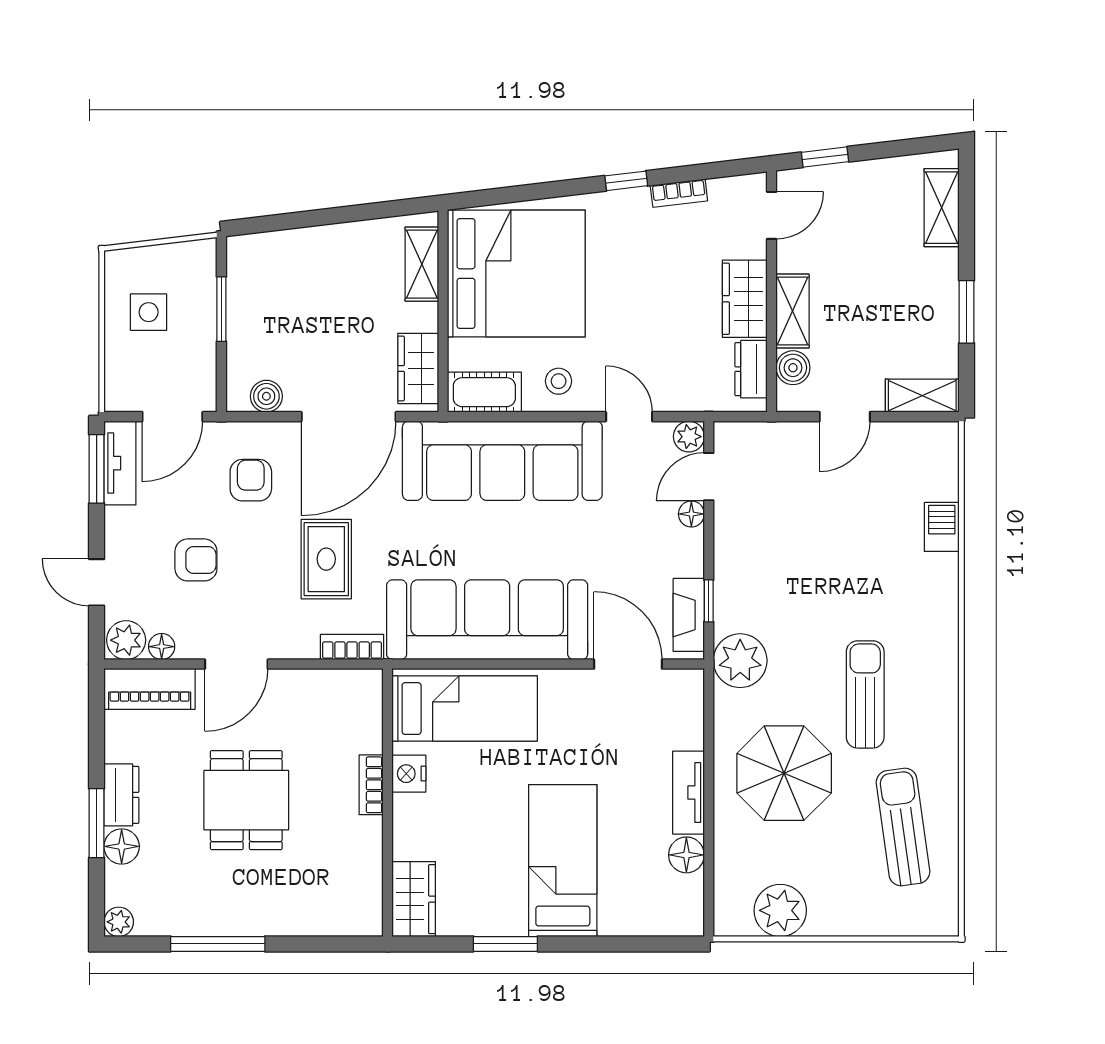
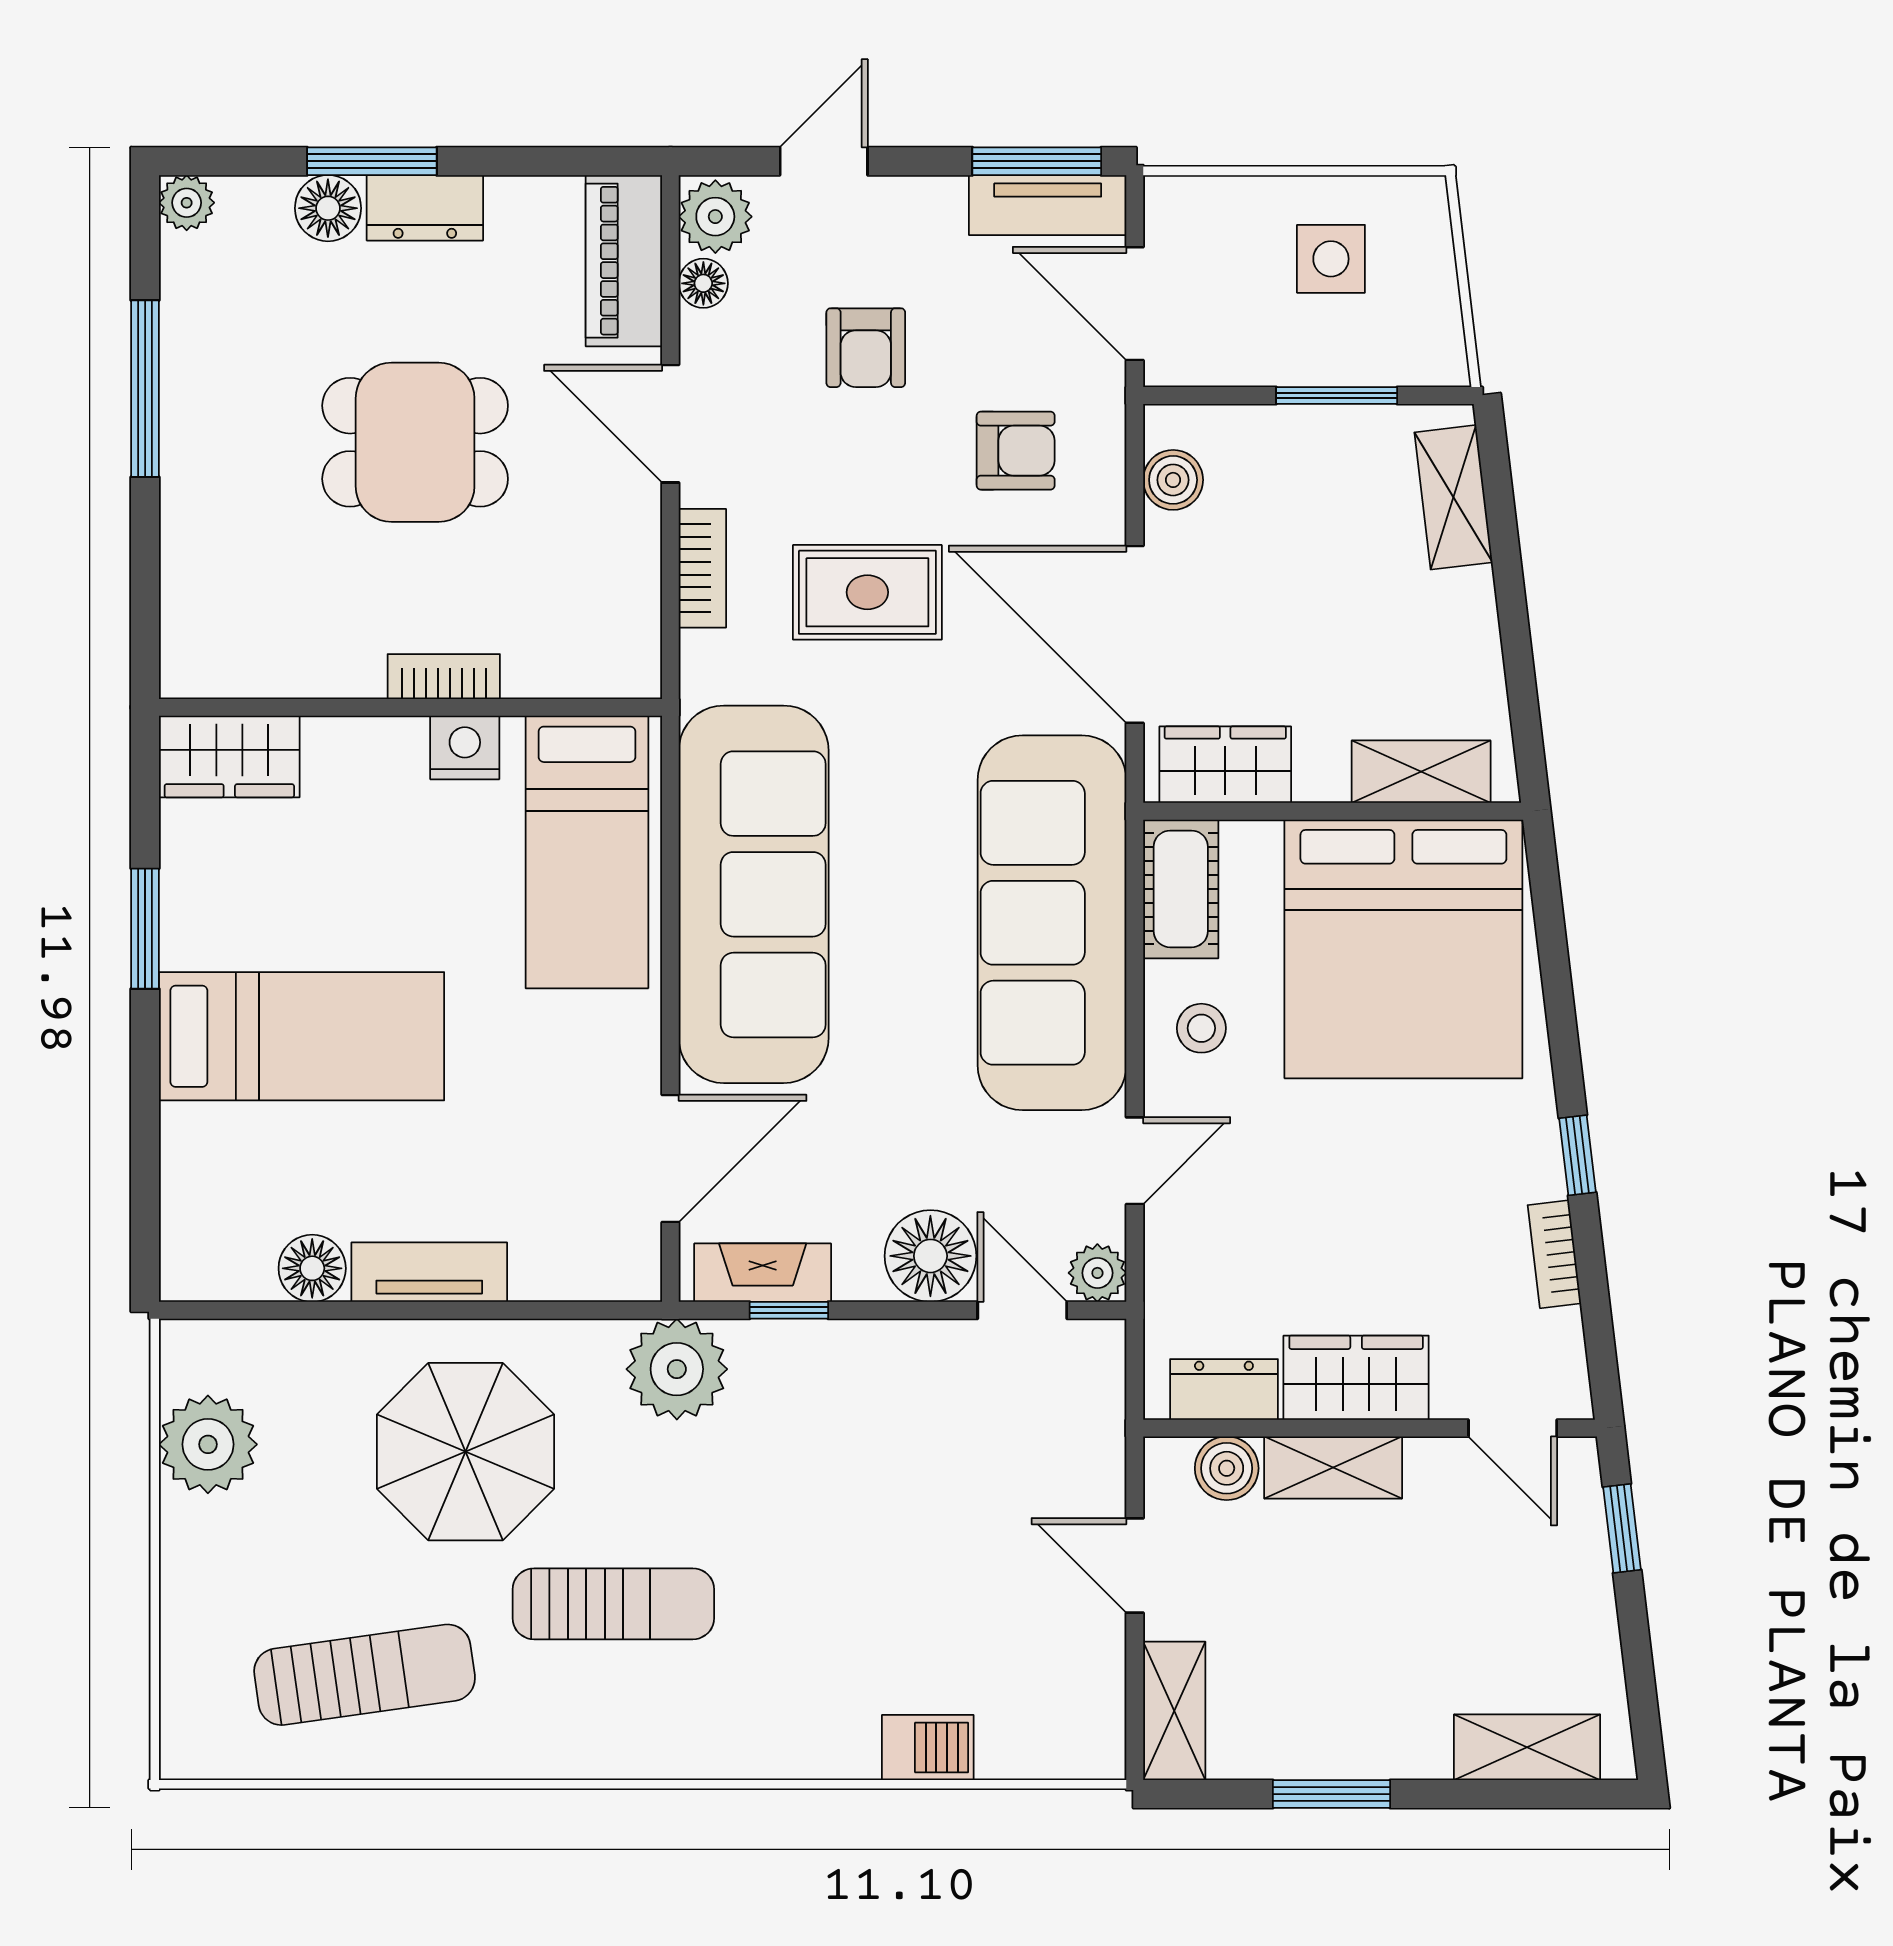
shelving: (276, 247) -> (1453, 497), added
floor lamp: (691, 514) -> (930, 1256), width x1.89, depth x1.89
bookcase: (352, 647) -> (702, 568), moved

